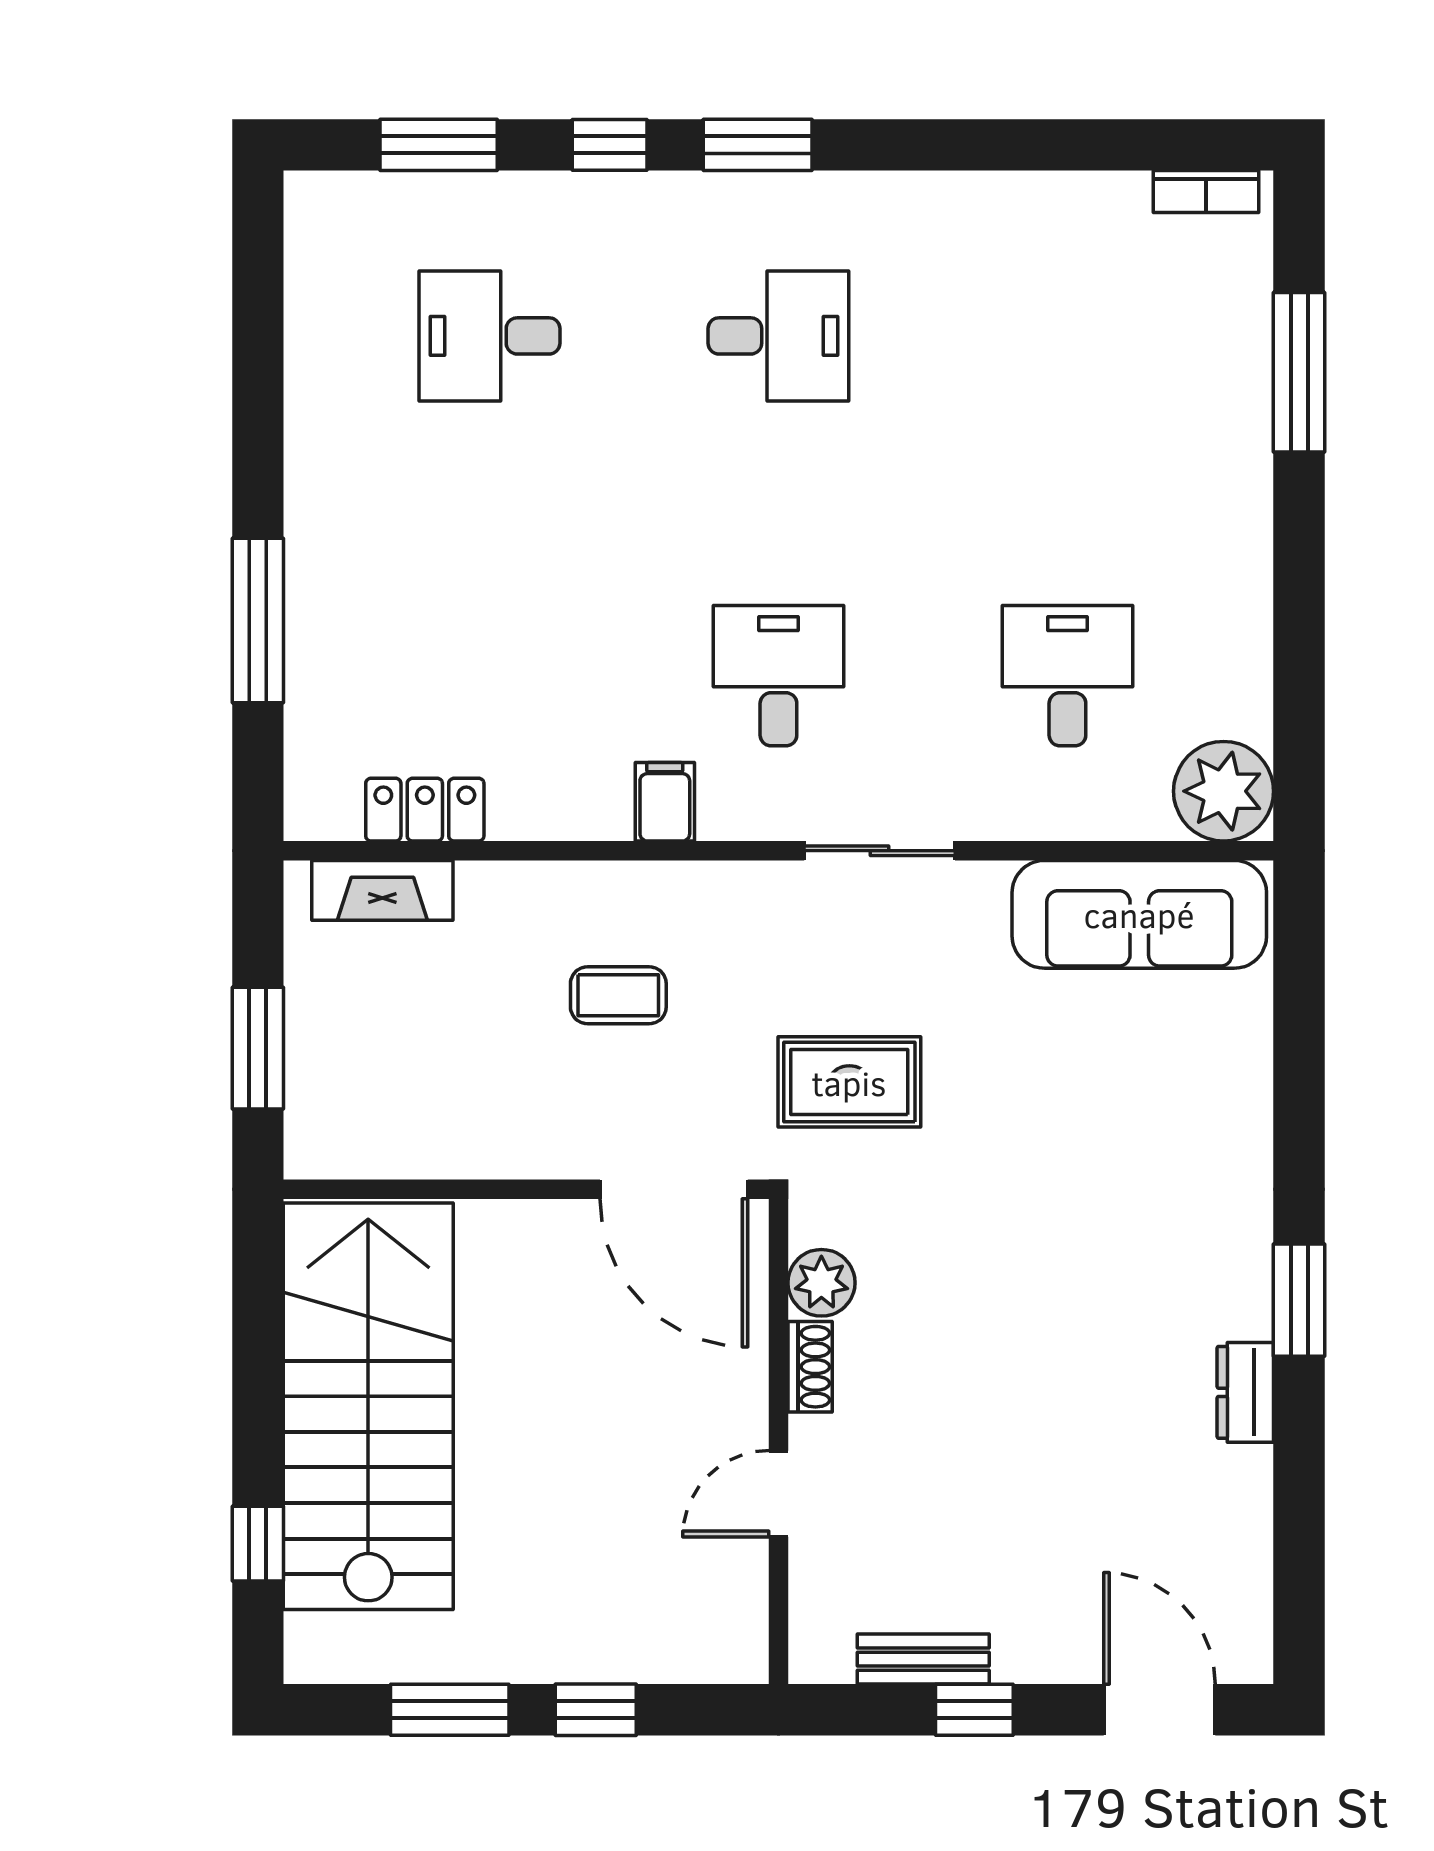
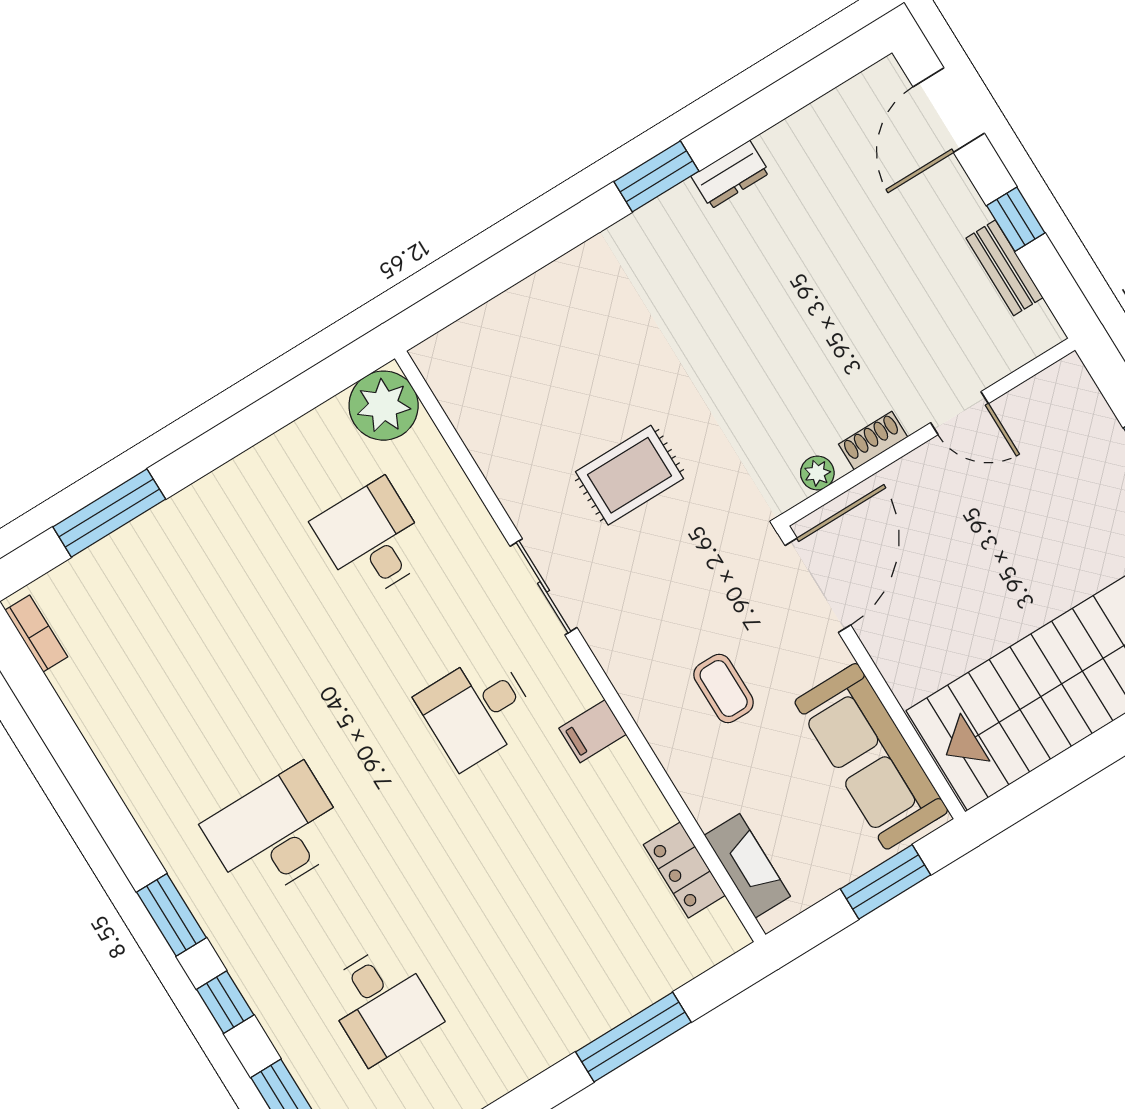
desk: (778, 336) -> (277, 833), width x1.37
desk: (1067, 676) -> (372, 540), turned 90
sofa: (1139, 914) -> (871, 756), moved, turned 180
rug: (849, 1082) -> (630, 475), moved, turned 90
plant: (821, 1283) -> (817, 473), width x0.73, depth x0.73

